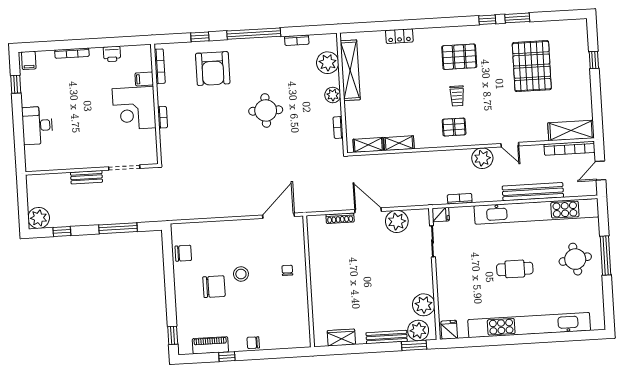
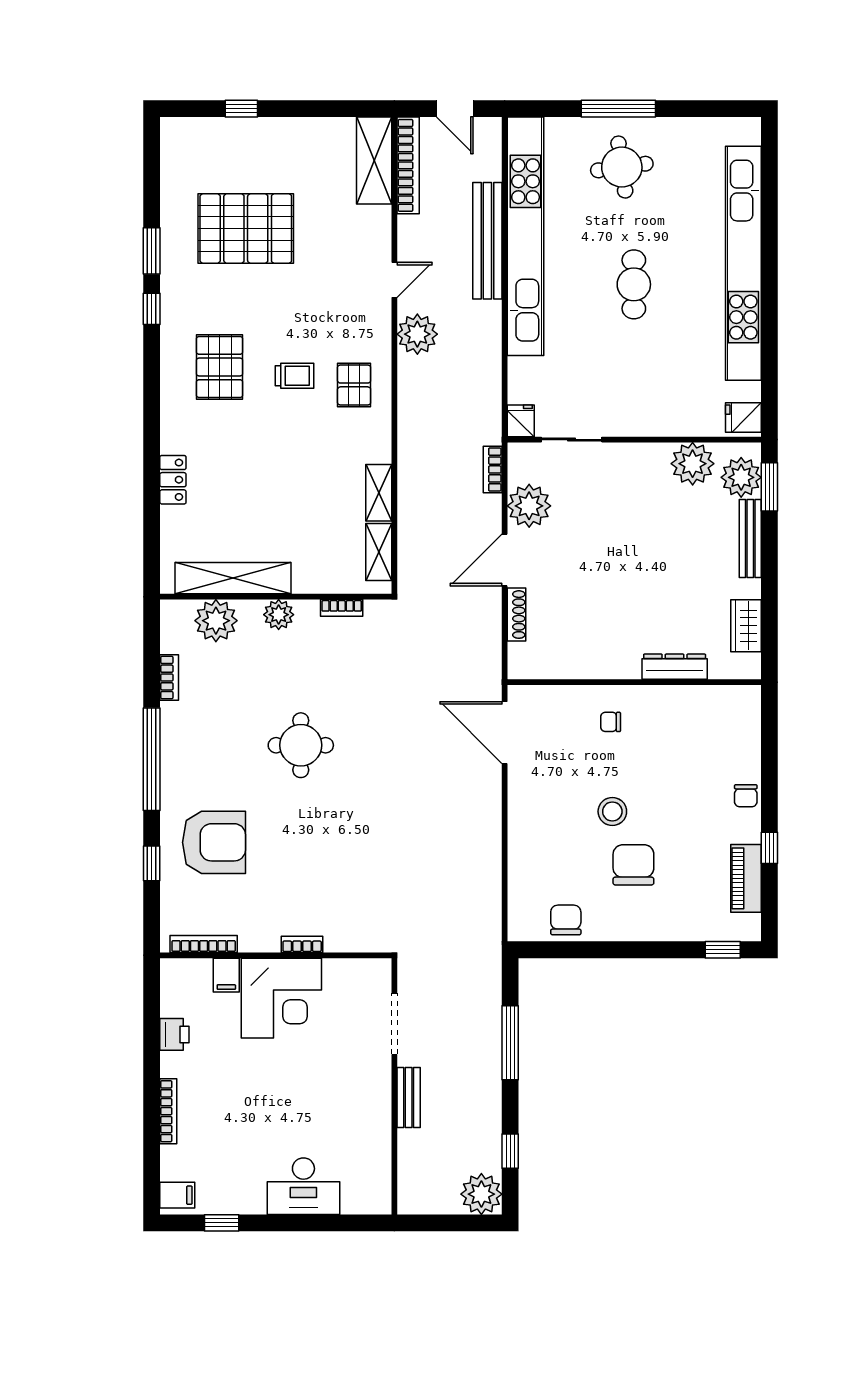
bookcase: (460, 199) -> (493, 469), moved
dresser: (318, 302) -> (675, 667), added

